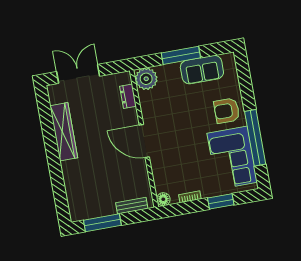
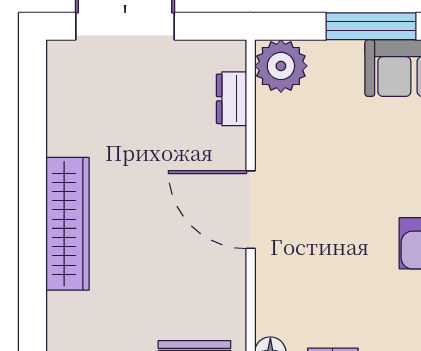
wardrobe: (64, 132) -> (67, 224), moved

